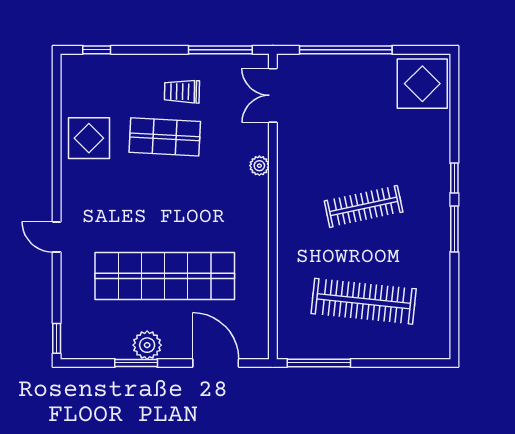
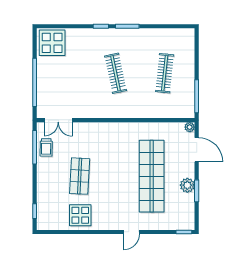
trolley: (182, 92) -> (46, 147), moved
plant: (259, 166) -> (190, 127), moved
clothes rail: (364, 301) -> (165, 73), width x0.73, depth x0.76
door: (216, 363) -> (197, 150), swing flipped

